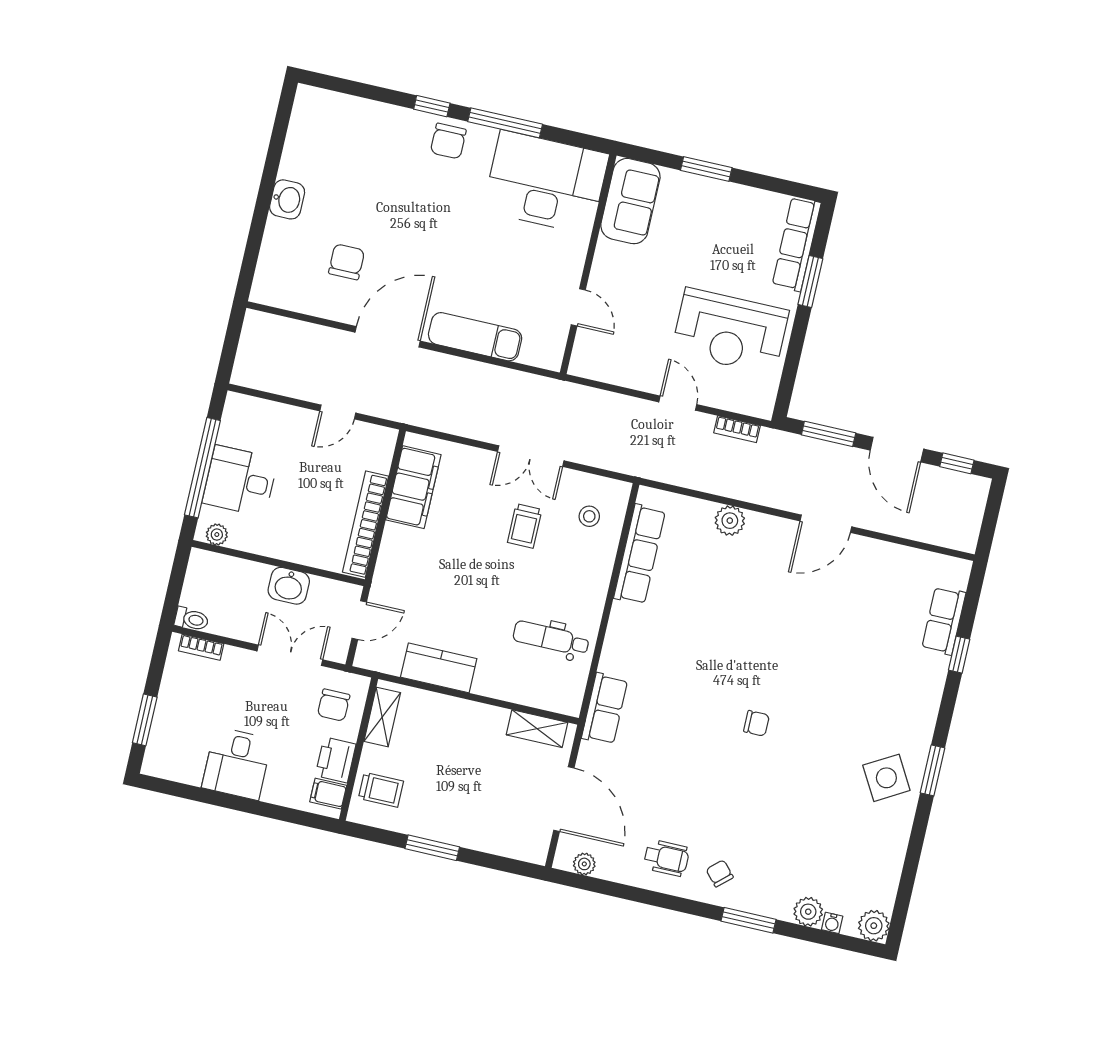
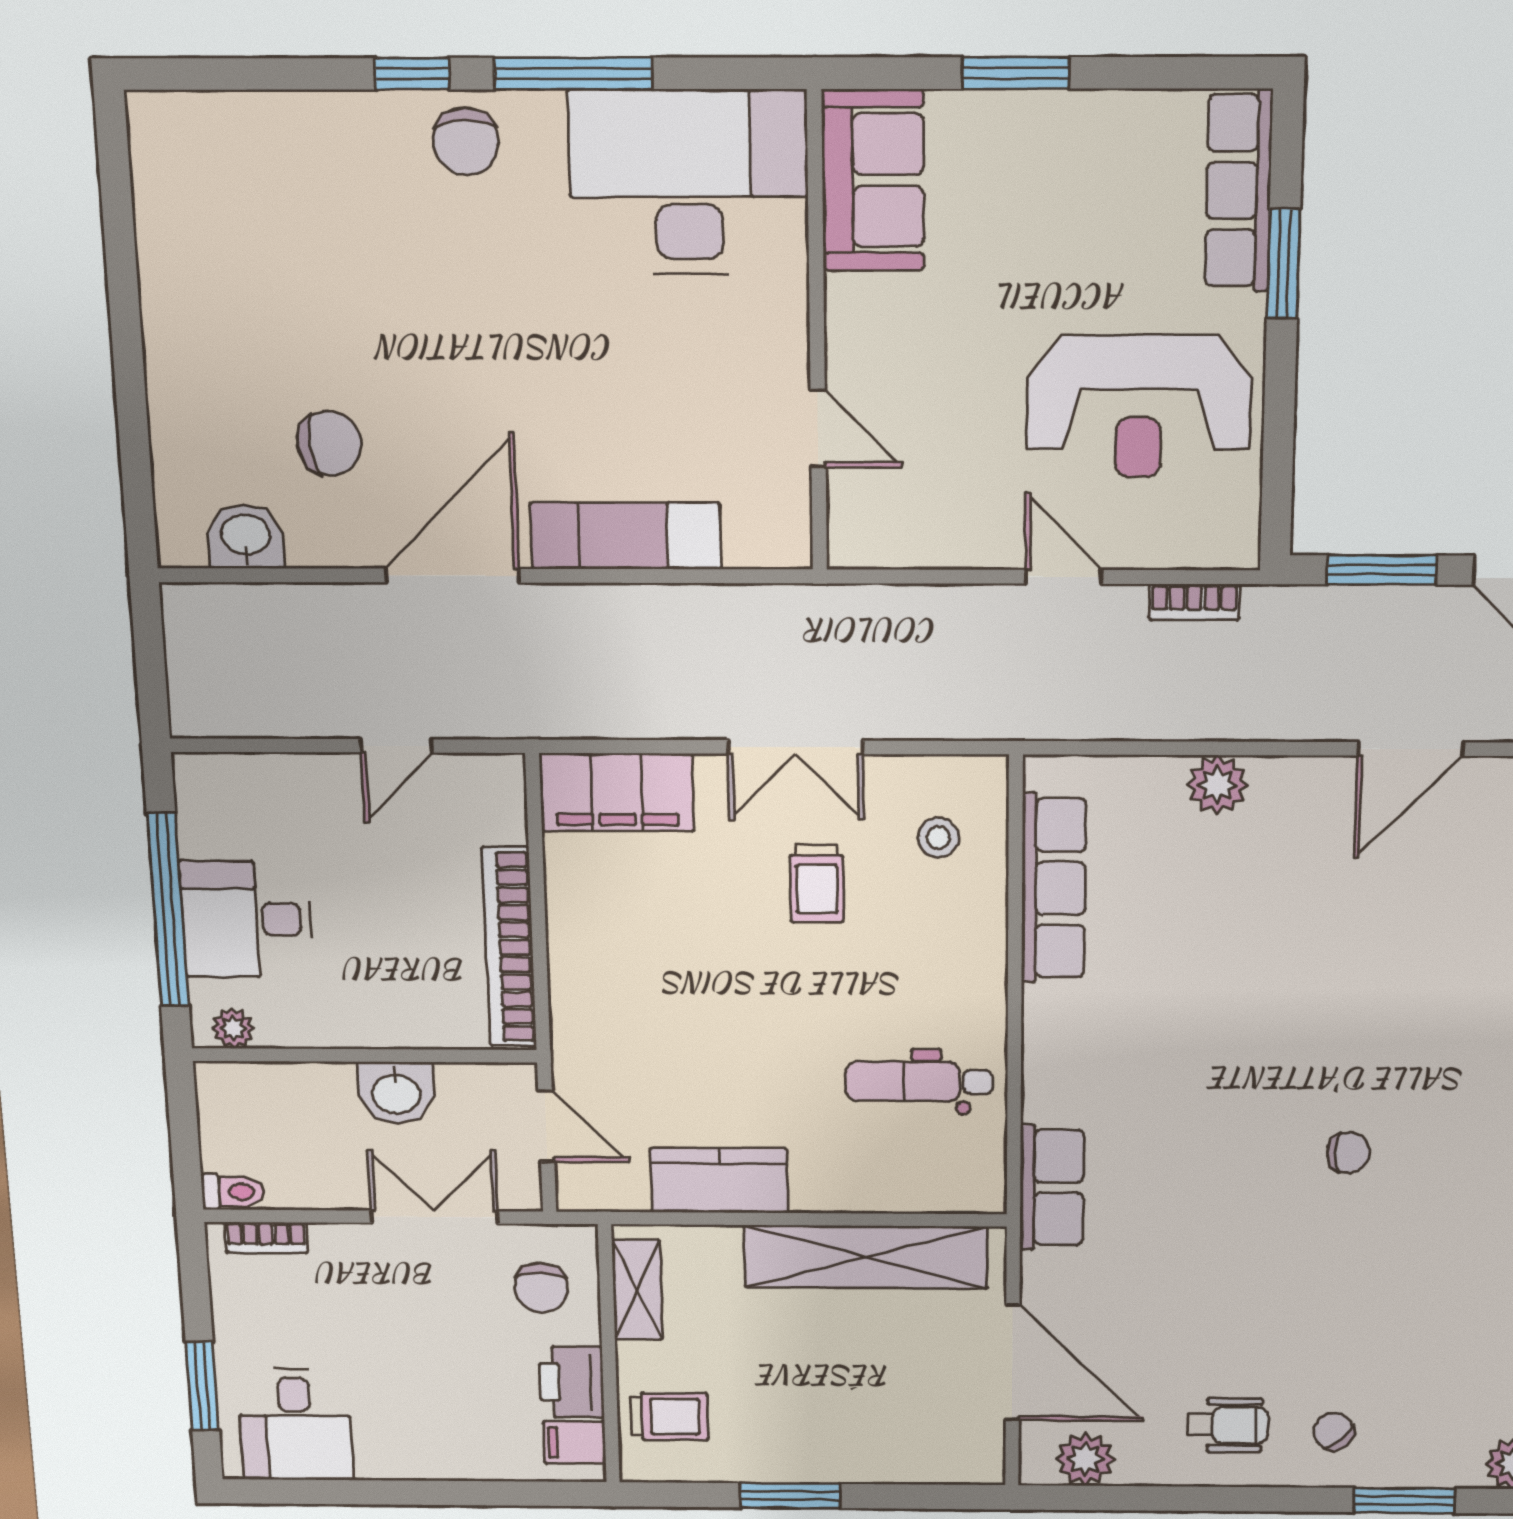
washbasin: (287, 199) -> (246, 536), moved, turned -90
chair: (347, 262) -> (329, 443), turned 83
filing cabinet: (413, 487) -> (617, 792), moved, turned 90
door: (359, 620) -> (546, 1126), hinge flipped
shelving: (537, 729) -> (866, 1257), width x2.20, depth x1.33
desk: (237, 763) -> (295, 1425), moved
plant: (584, 864) -> (1085, 1459), width x1.38, depth x1.38

